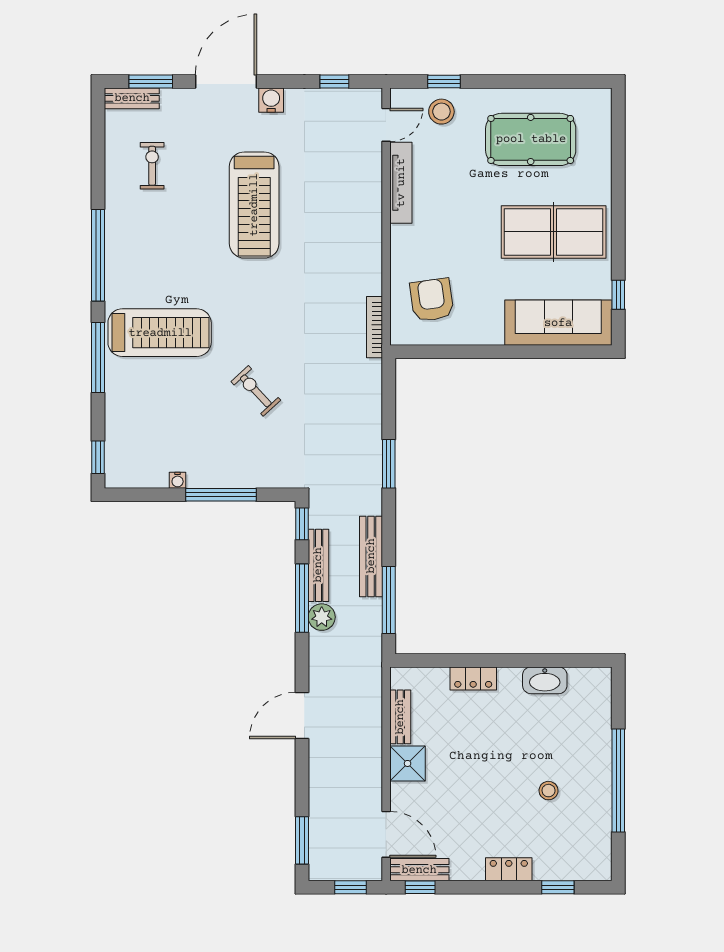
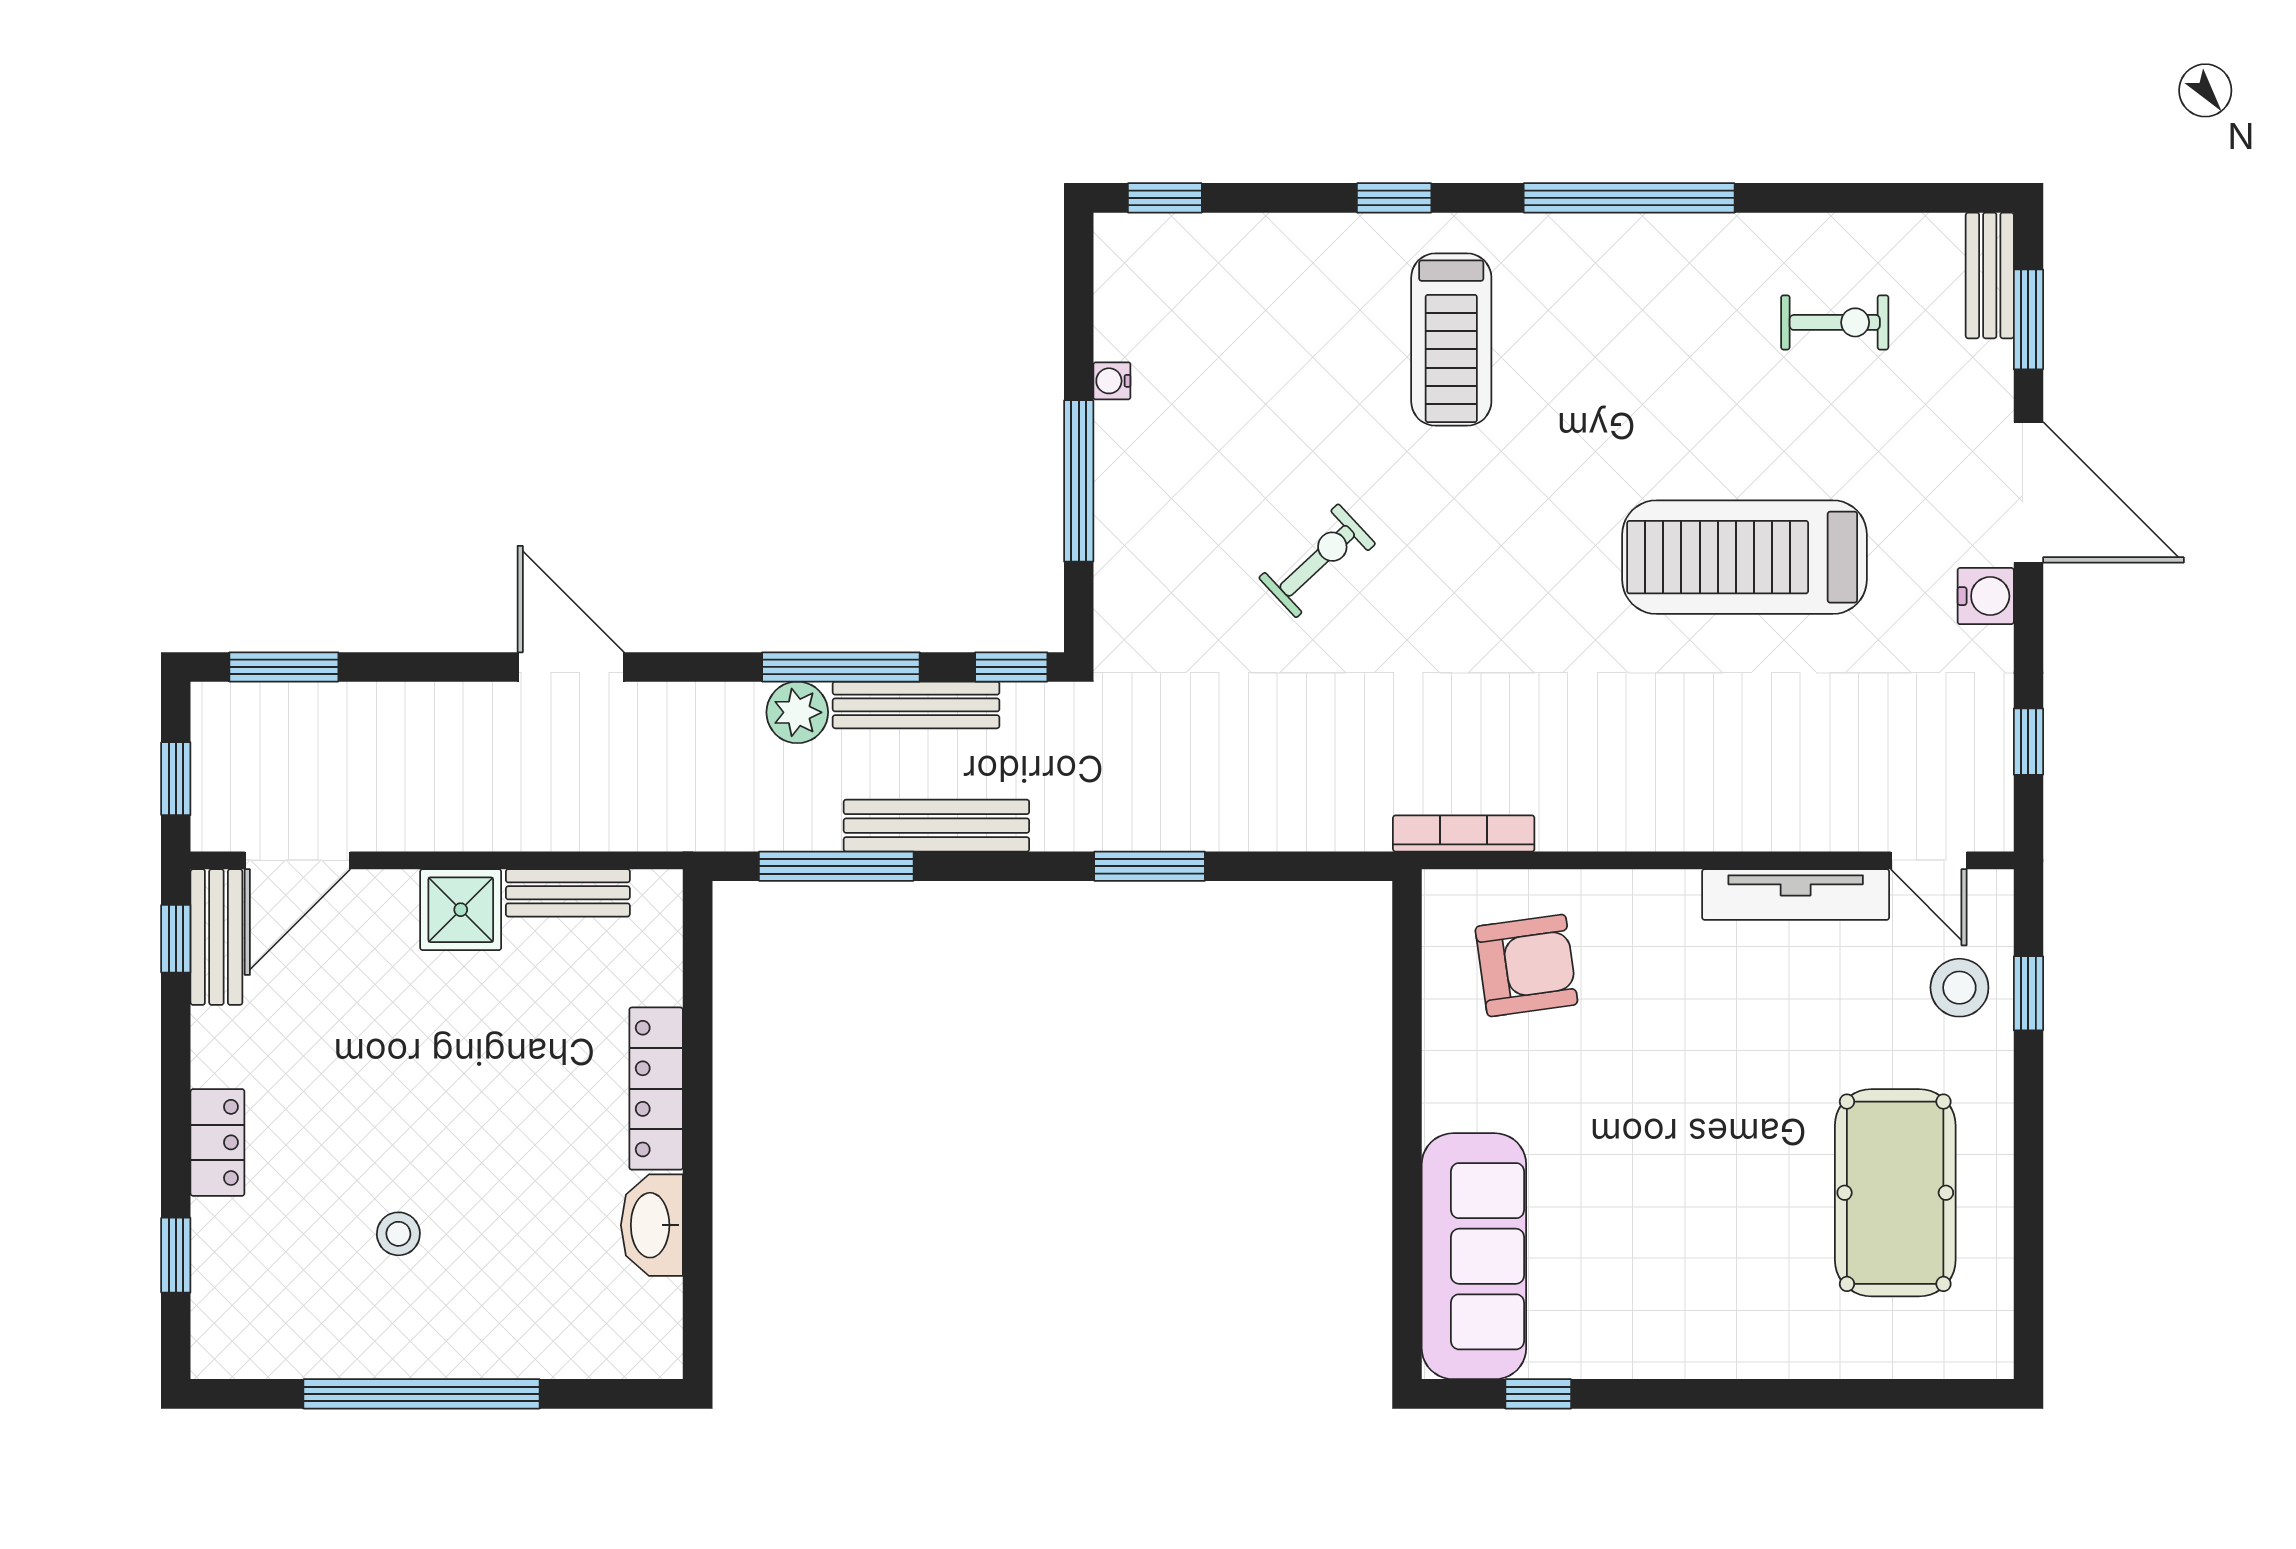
table tennis table: (554, 232) -> (1683, 1245), removed
treadmill: (160, 333) -> (1451, 340), width x0.73, depth x0.73
window: (98, 357) -> (1394, 198), width x0.46
locker: (473, 678) -> (656, 1089), width x1.53

